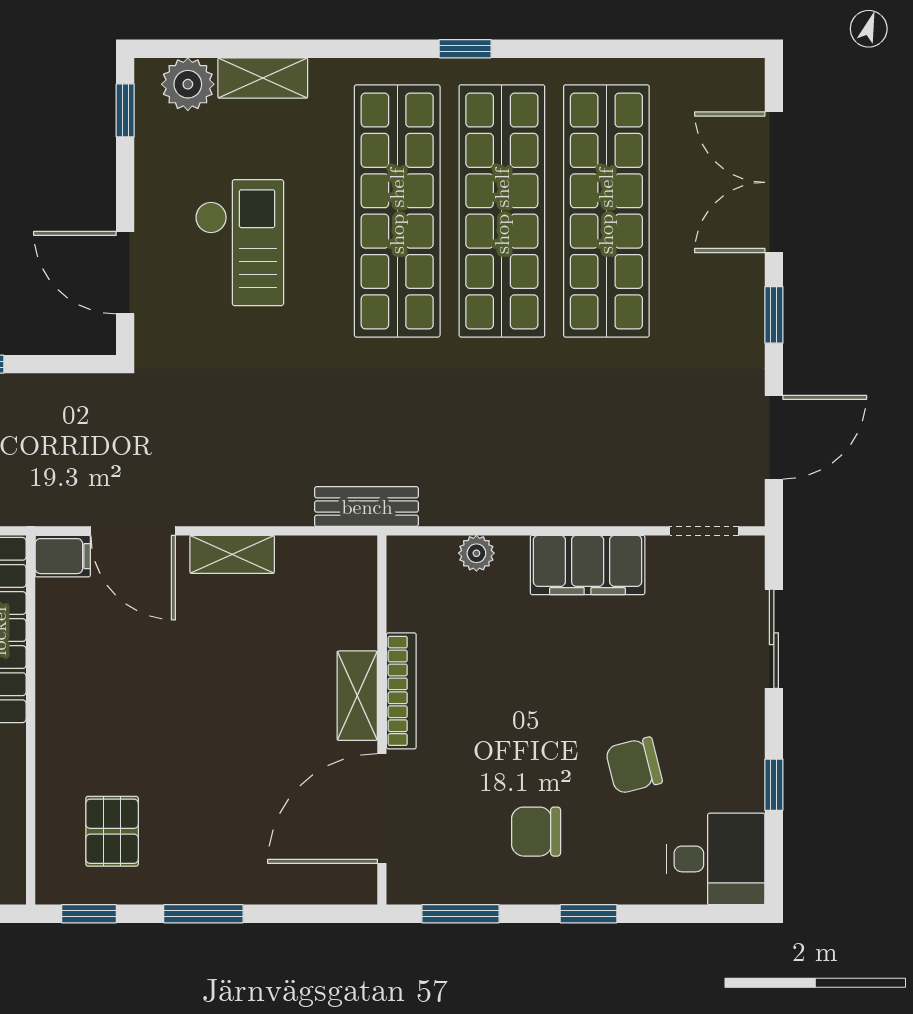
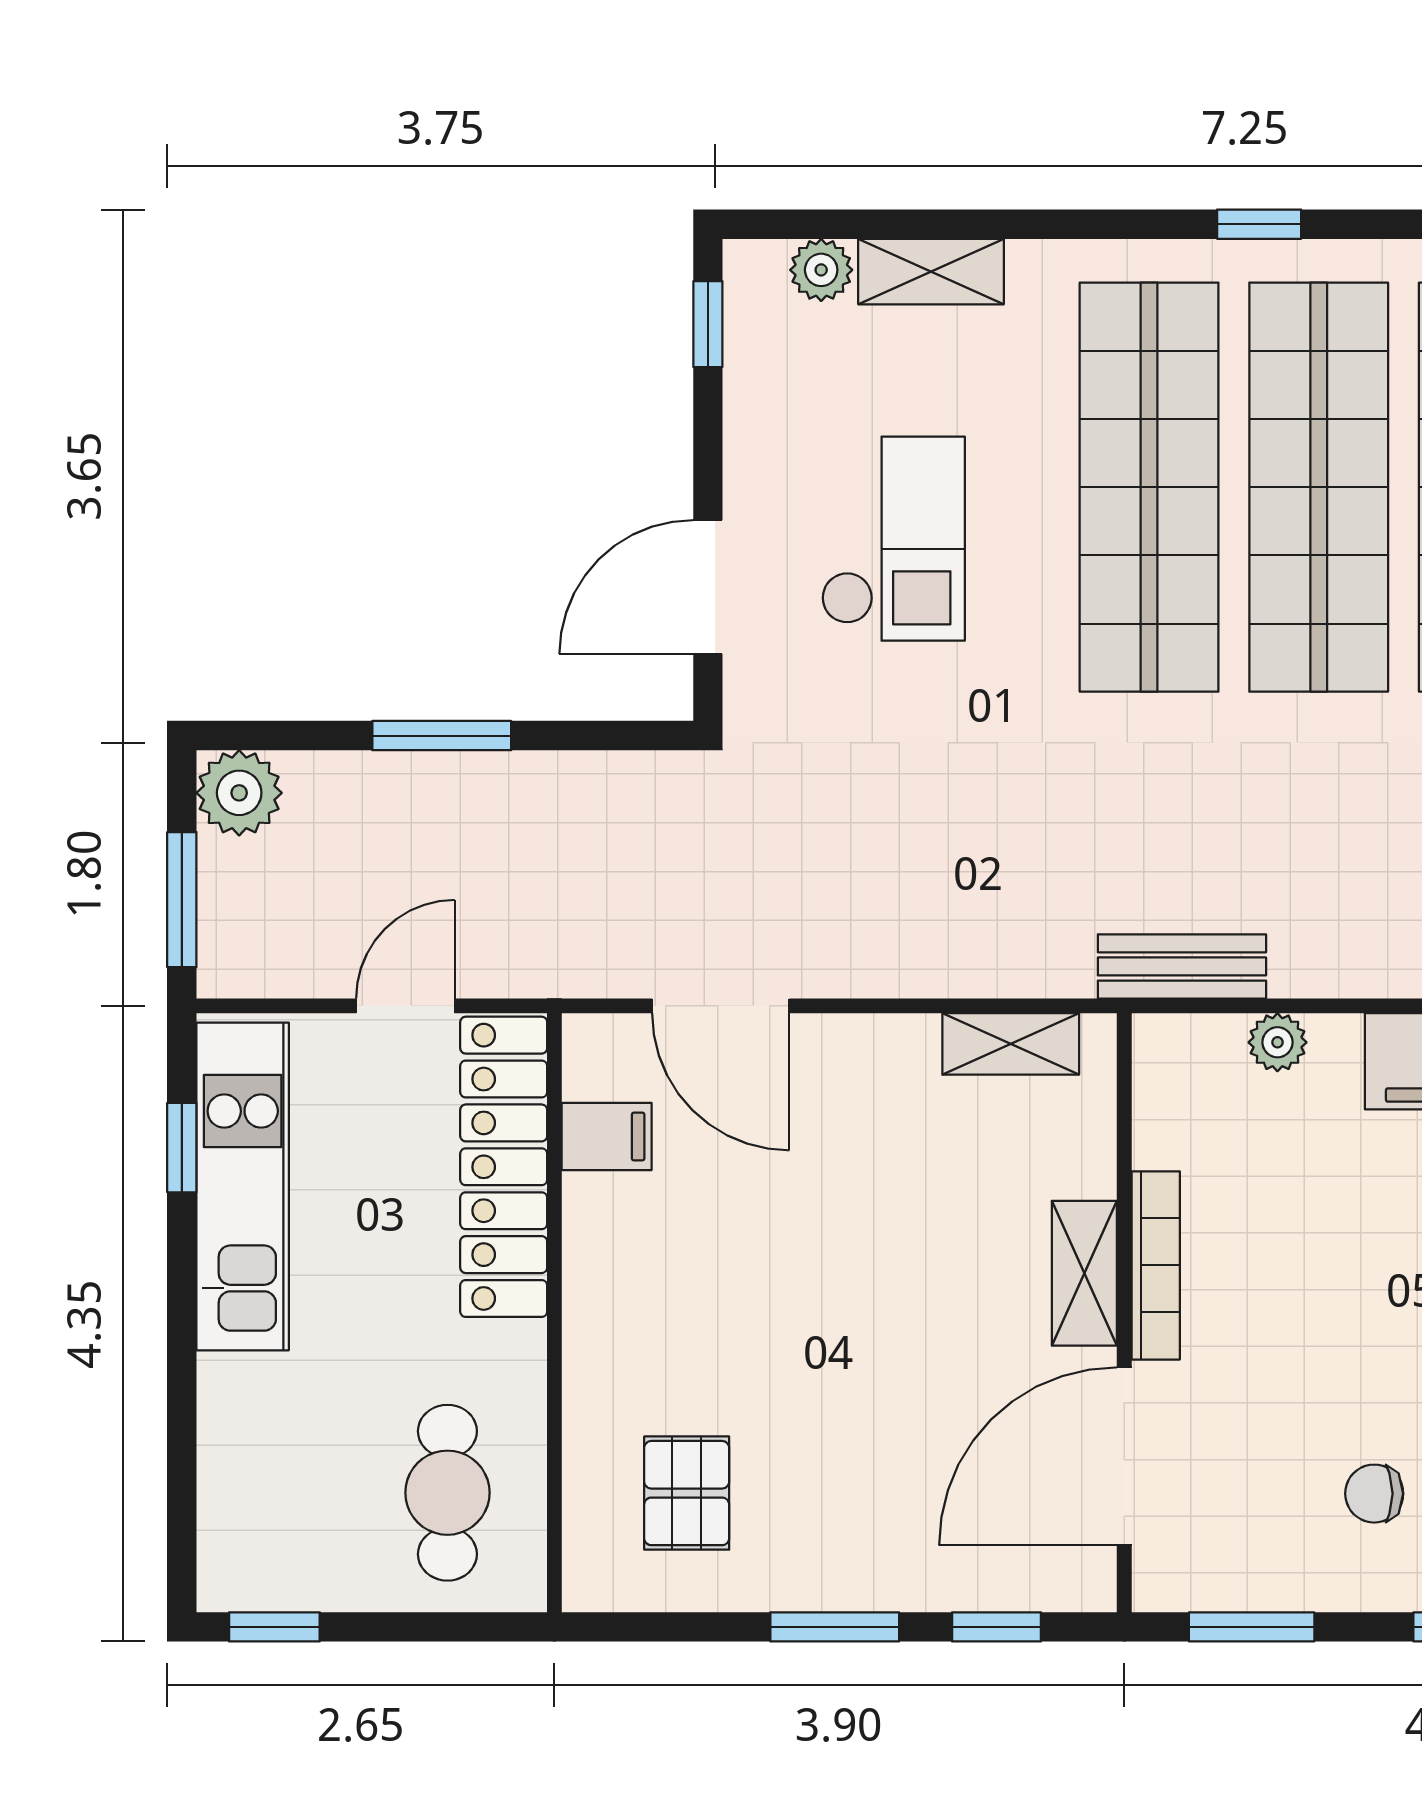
plant: (188, 84) -> (821, 270), width x0.73, depth x0.73
door: (125, 273) -> (708, 587), hinge flipped
bench: (367, 507) -> (1182, 966), moved
shelving: (232, 554) -> (1011, 1044), moved
filing cabinet: (63, 556) -> (607, 1136), moved
chair: (536, 832) -> (1374, 1494), width x0.73, depth x0.73
window: (89, 914) -> (997, 1627), moved

